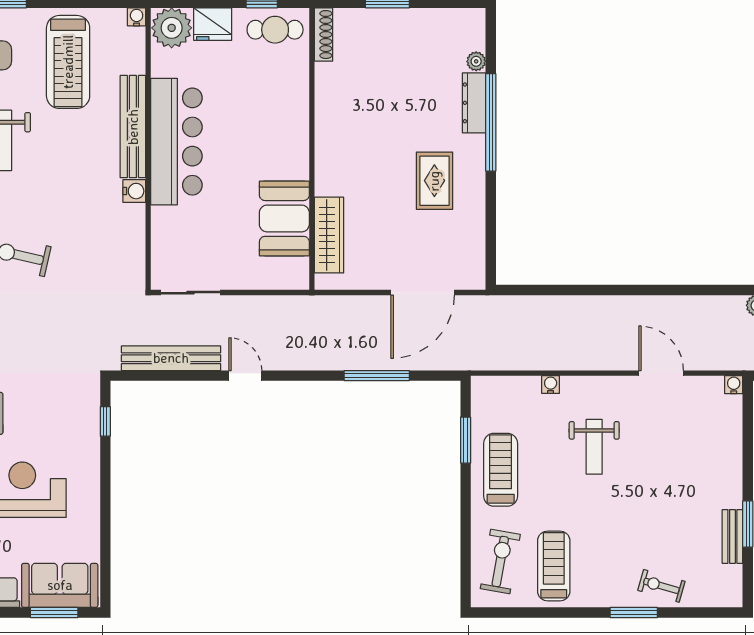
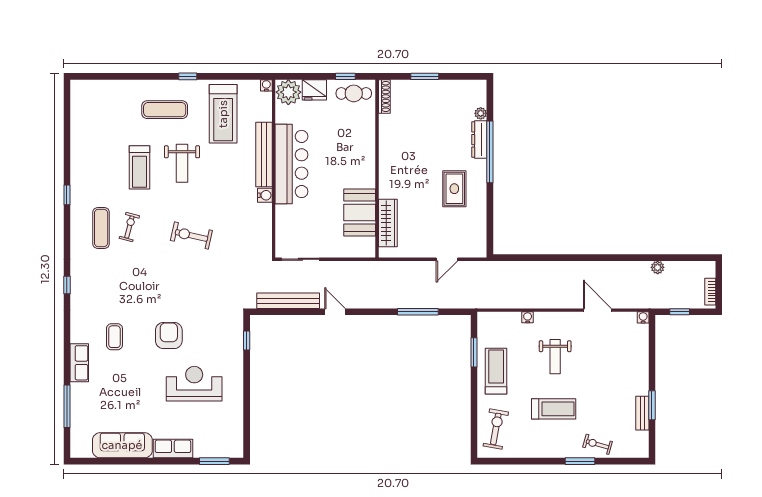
door: (423, 293) -> (447, 259), width x0.53
treadmill: (554, 566) -> (554, 409), moved, turned 90
sofa: (60, 585) -> (218, 444), removed

